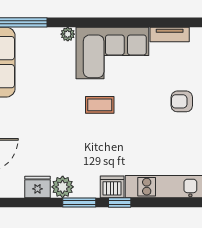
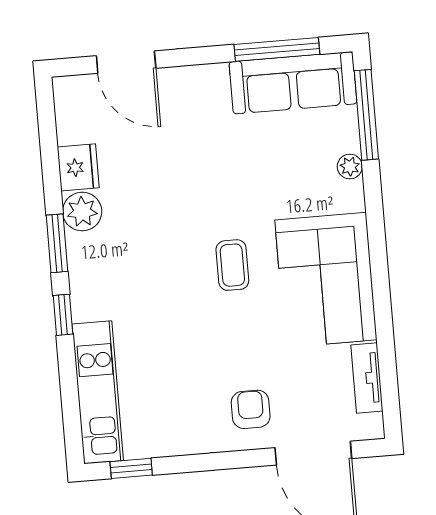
plant: (68, 34) -> (350, 167), moved
dishwasher: (112, 187) -> (89, 299), removed

